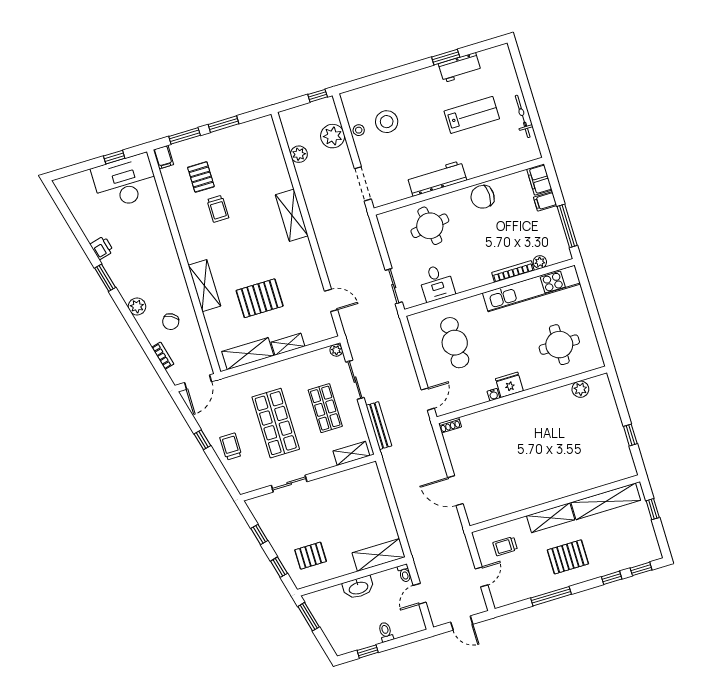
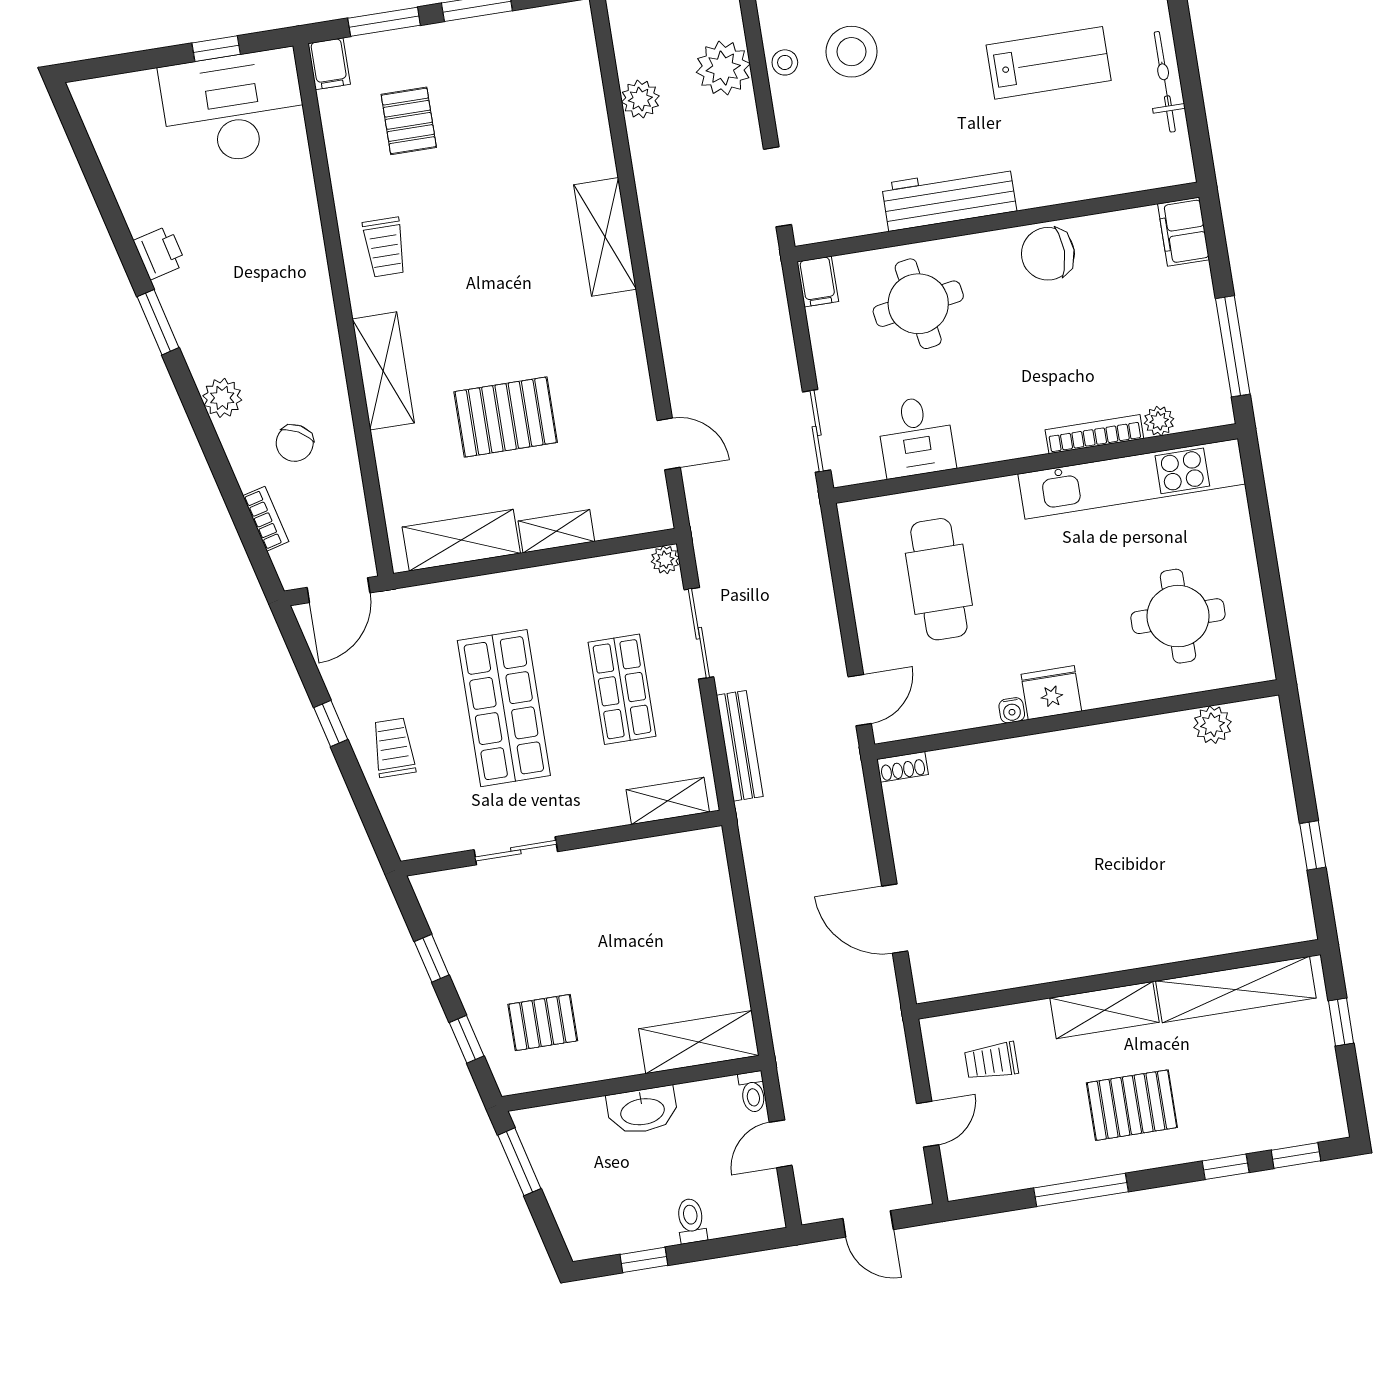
filing cabinet: (545, 201) -> (818, 282), moved, turned -90
trolley: (218, 209) -> (385, 247), moved

